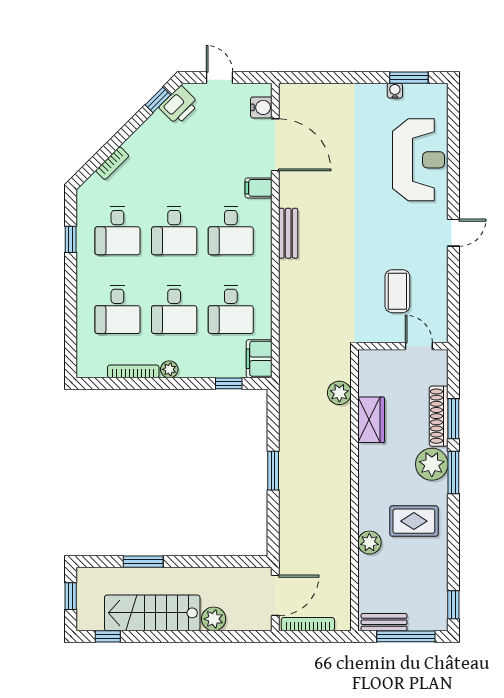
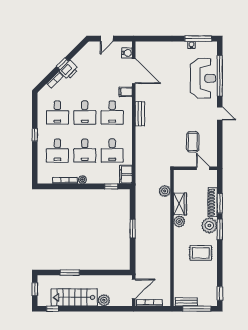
door: (220, 78) -> (107, 39), swing flipped
window: (409, 78) -> (198, 39), width x1.44
window: (158, 100) -> (62, 64), moved
printer: (179, 105) -> (69, 70), moved
window: (453, 155) -> (220, 76), added
door: (453, 233) -> (220, 113), hinge flipped
window: (71, 239) -> (35, 135), moved
plant: (369, 543) -> (179, 222), moved

